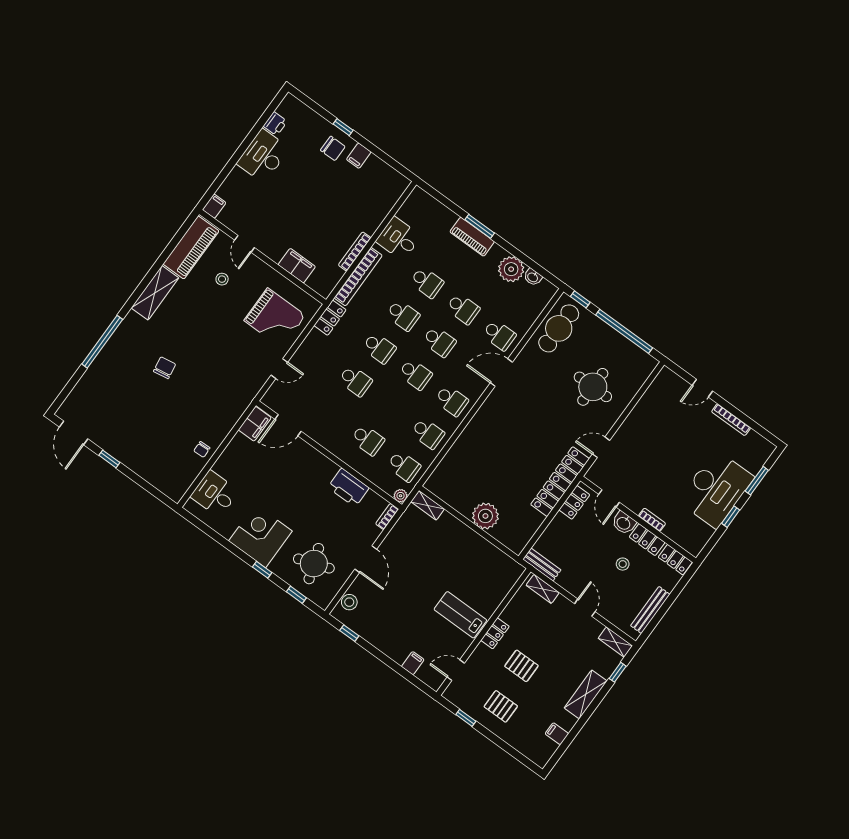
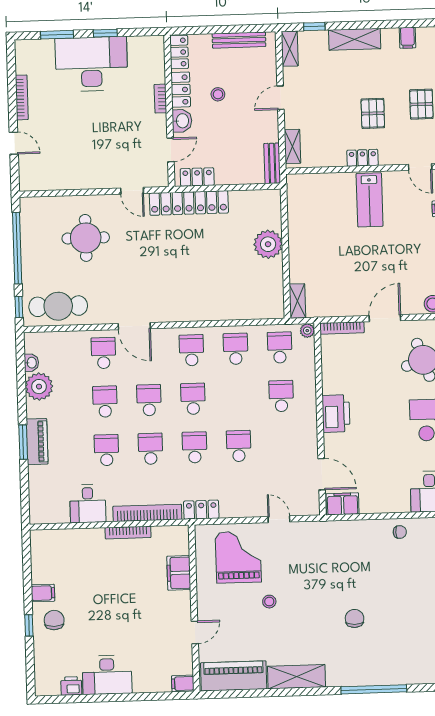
stool: (222, 279) -> (269, 602), moved
chair: (165, 368) -> (355, 618), turned 99
printer: (348, 488) -> (336, 414), moved
bookcase: (387, 516) -> (342, 328), width x1.56

